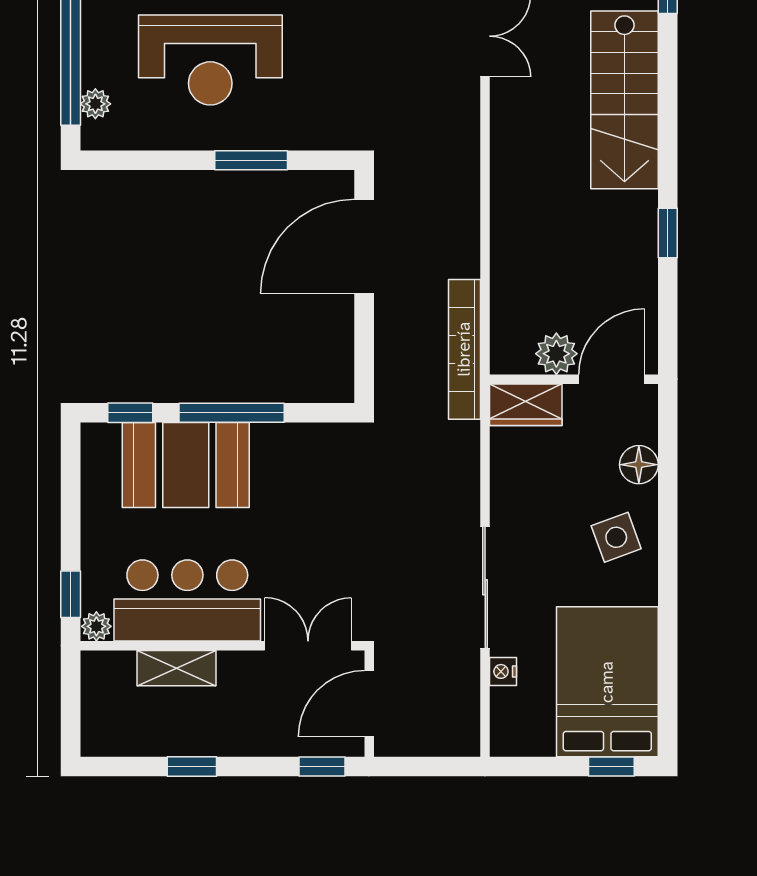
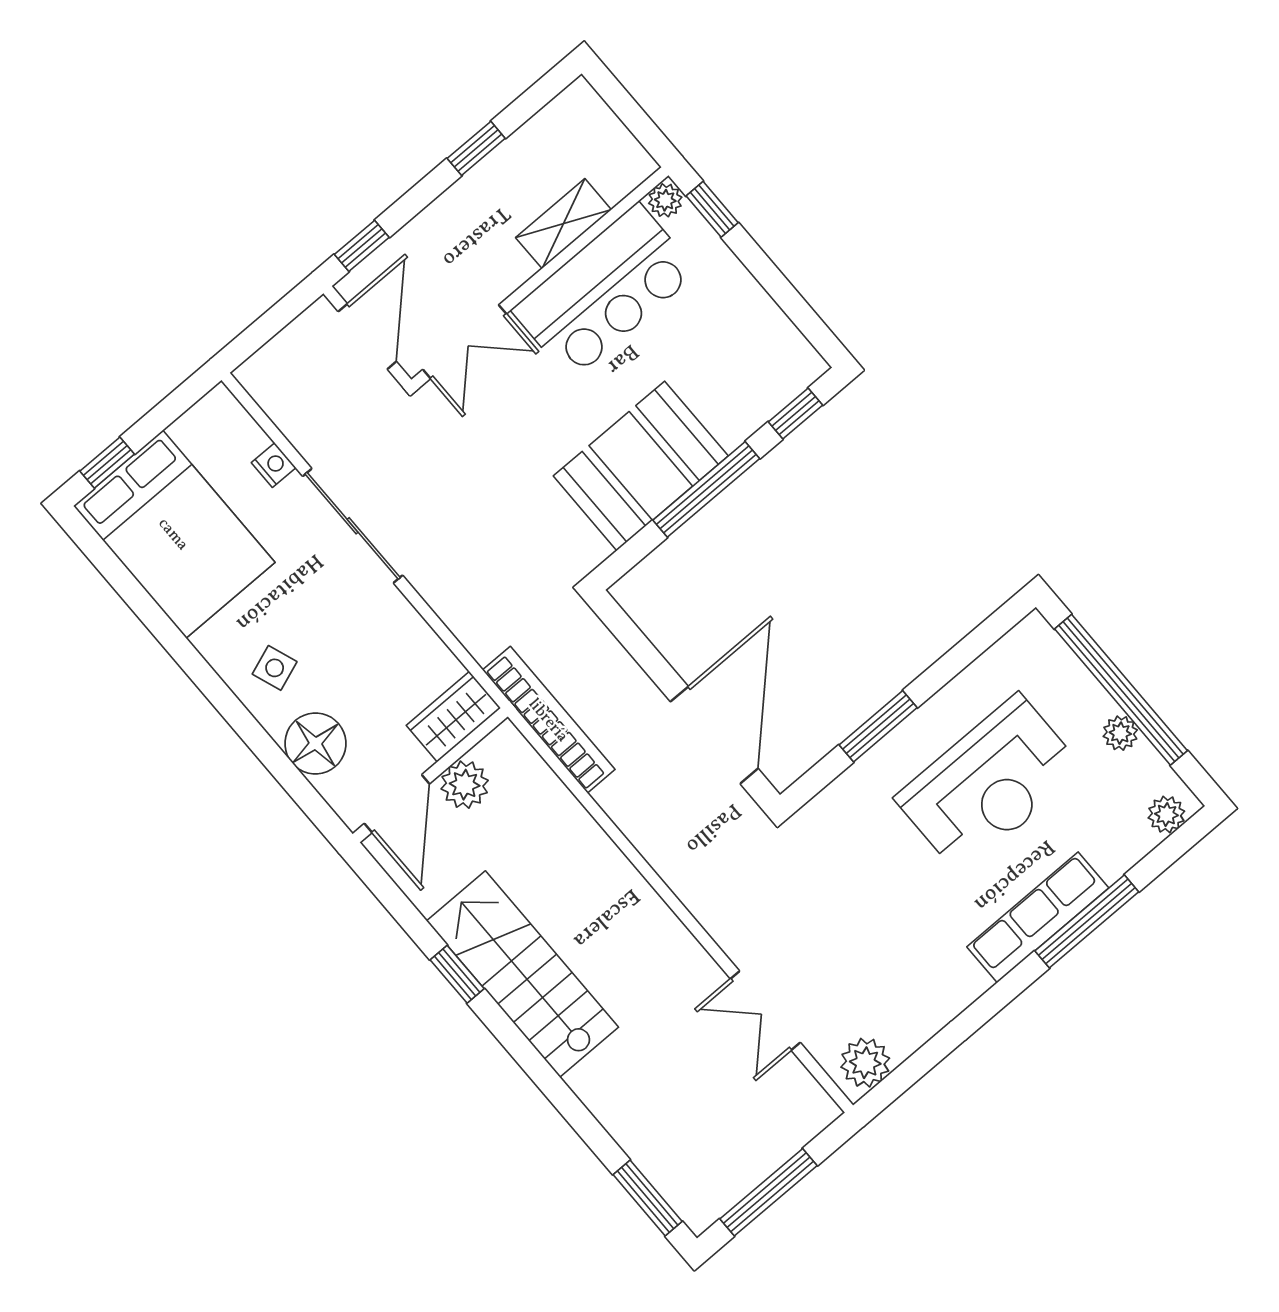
reception desk: (210, 60) -> (989, 784), turned 180
stairs: (624, 100) -> (523, 974), moved
plant: (95, 104) -> (1120, 733), moved
booth: (186, 465) -> (641, 466), moved
floor lamp: (639, 465) -> (315, 743), width x1.38, depth x1.38
side table: (616, 537) -> (275, 668), width x0.73, depth x0.73

